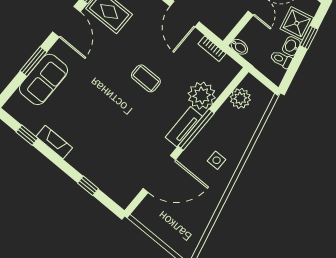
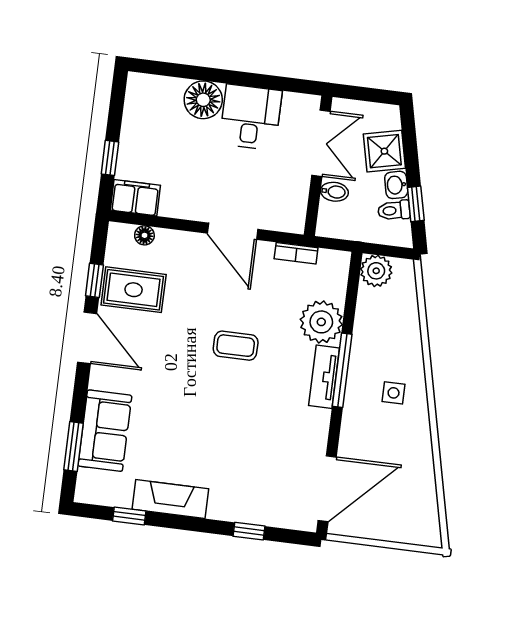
window: (309, 37) -> (416, 204), moved
bidet: (239, 47) -> (334, 192), moved
window: (33, 62) -> (73, 446), moved
plant: (240, 98) -> (376, 271), moved
fireplace: (54, 142) -> (170, 499), width x1.37, depth x1.32
door: (159, 174) -> (327, 489), moved

